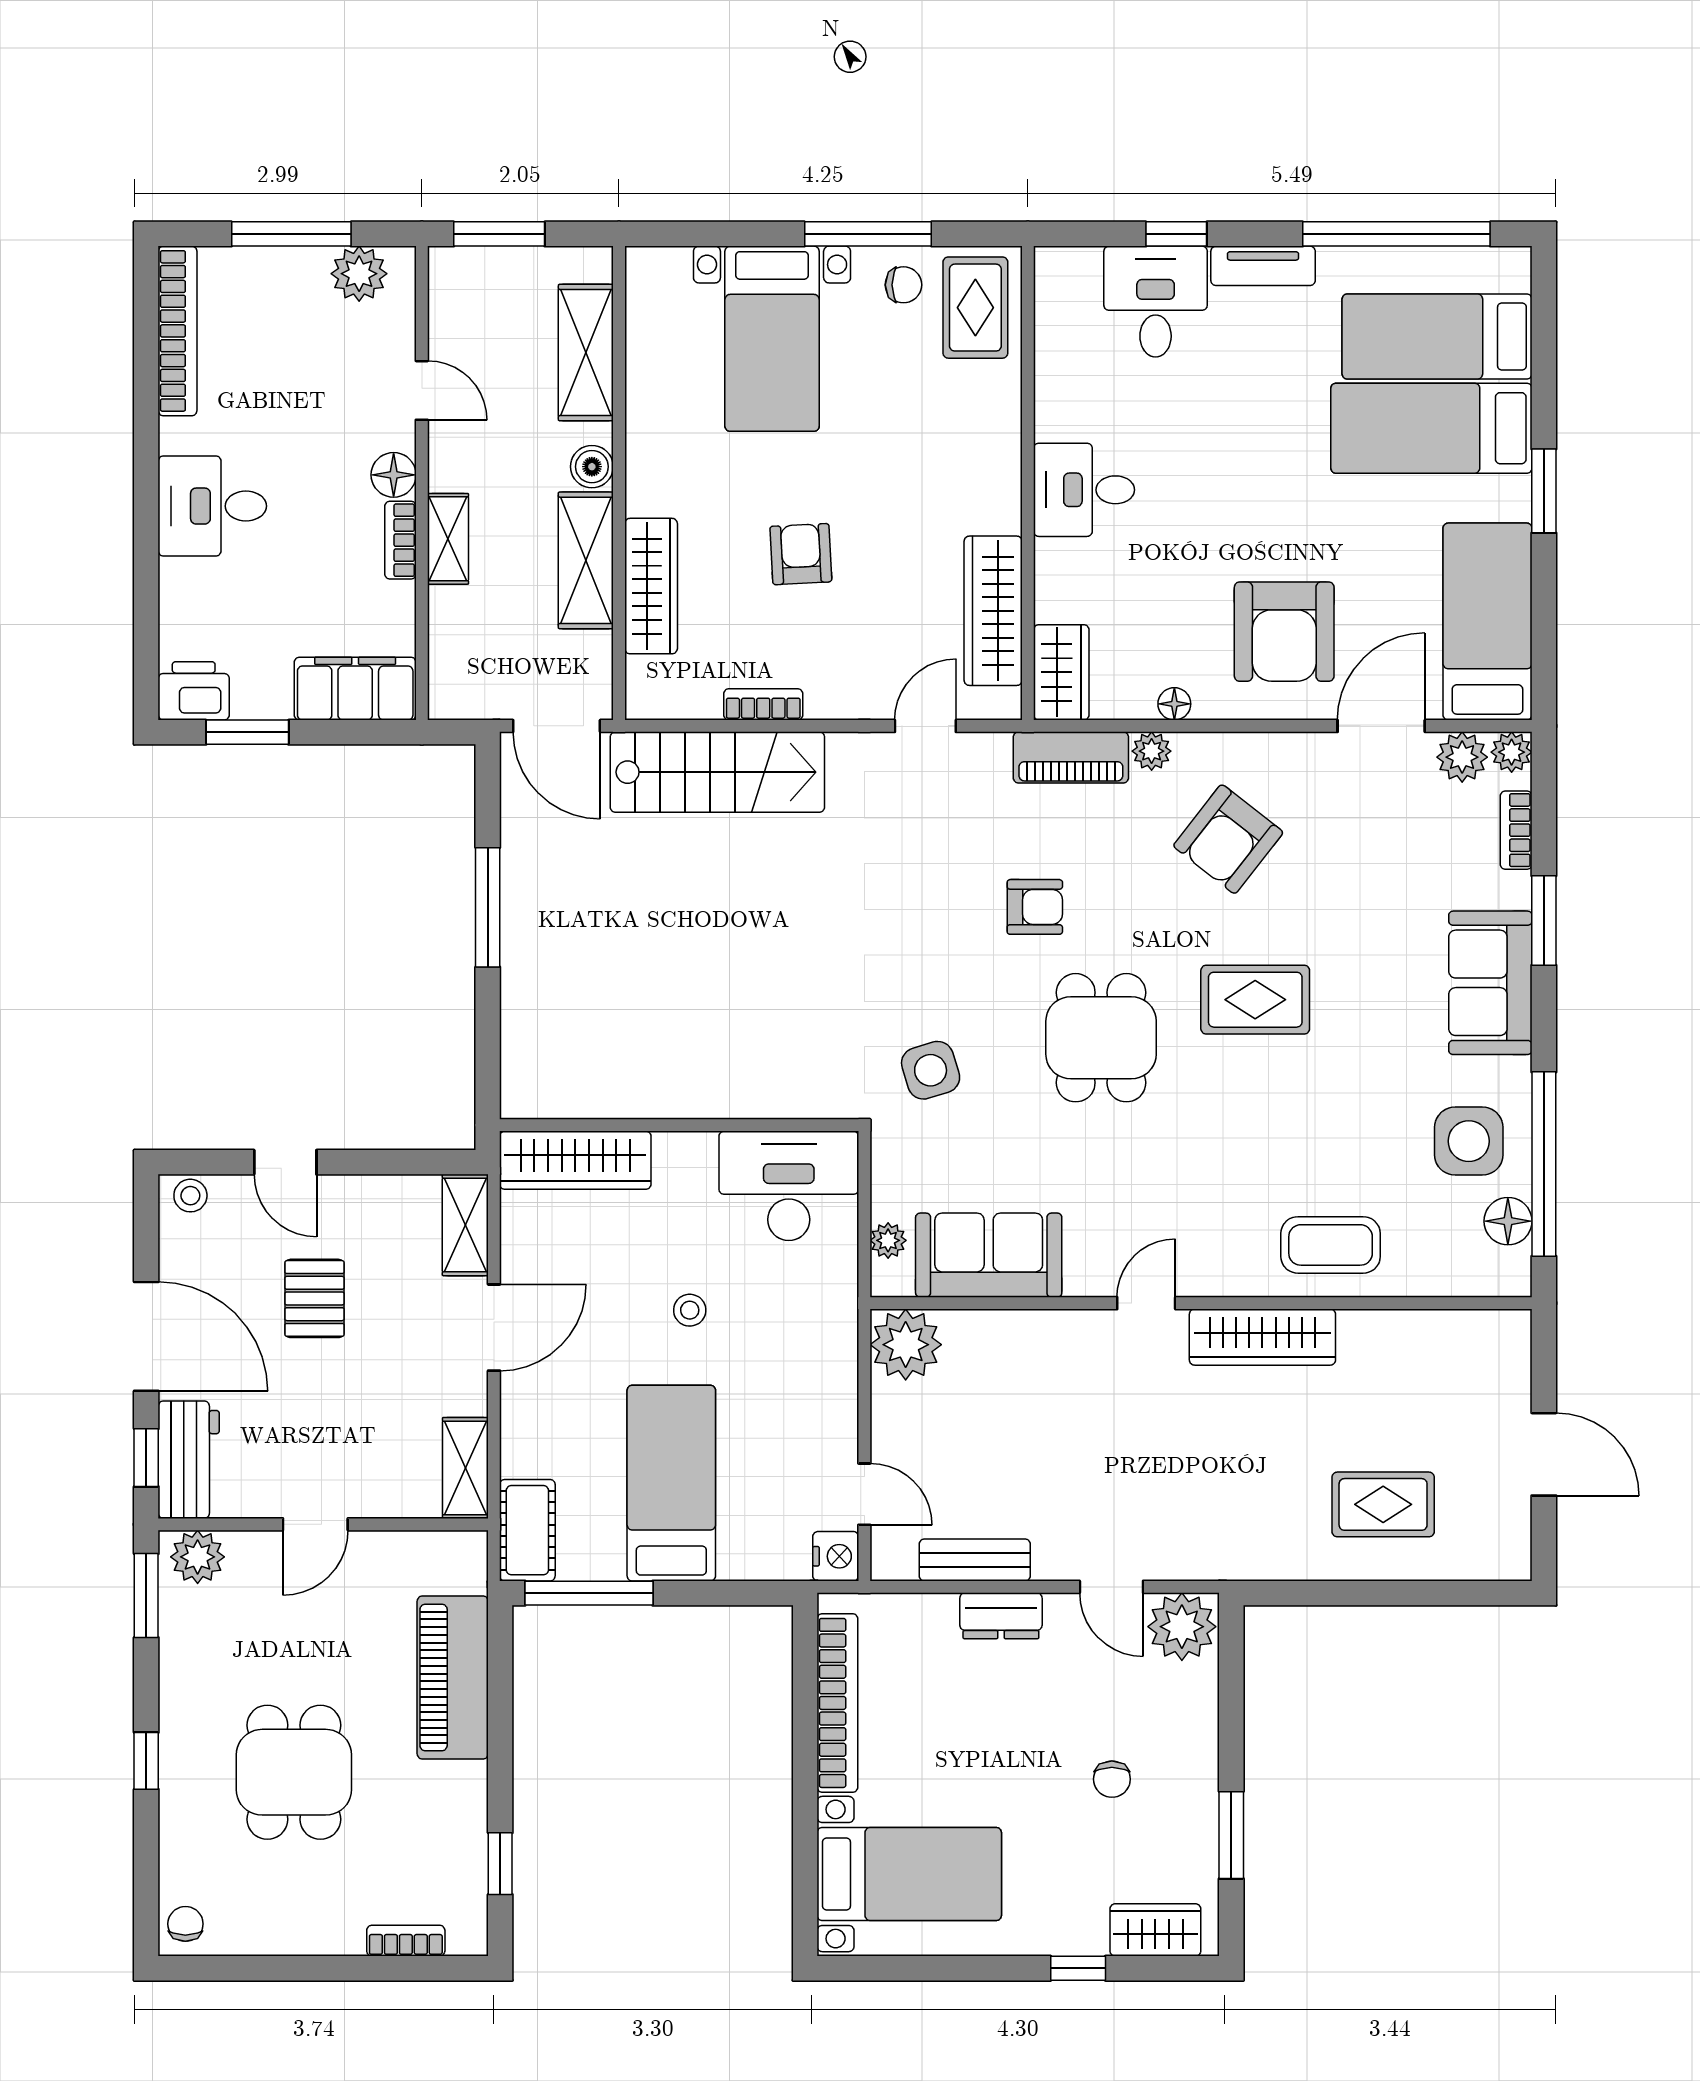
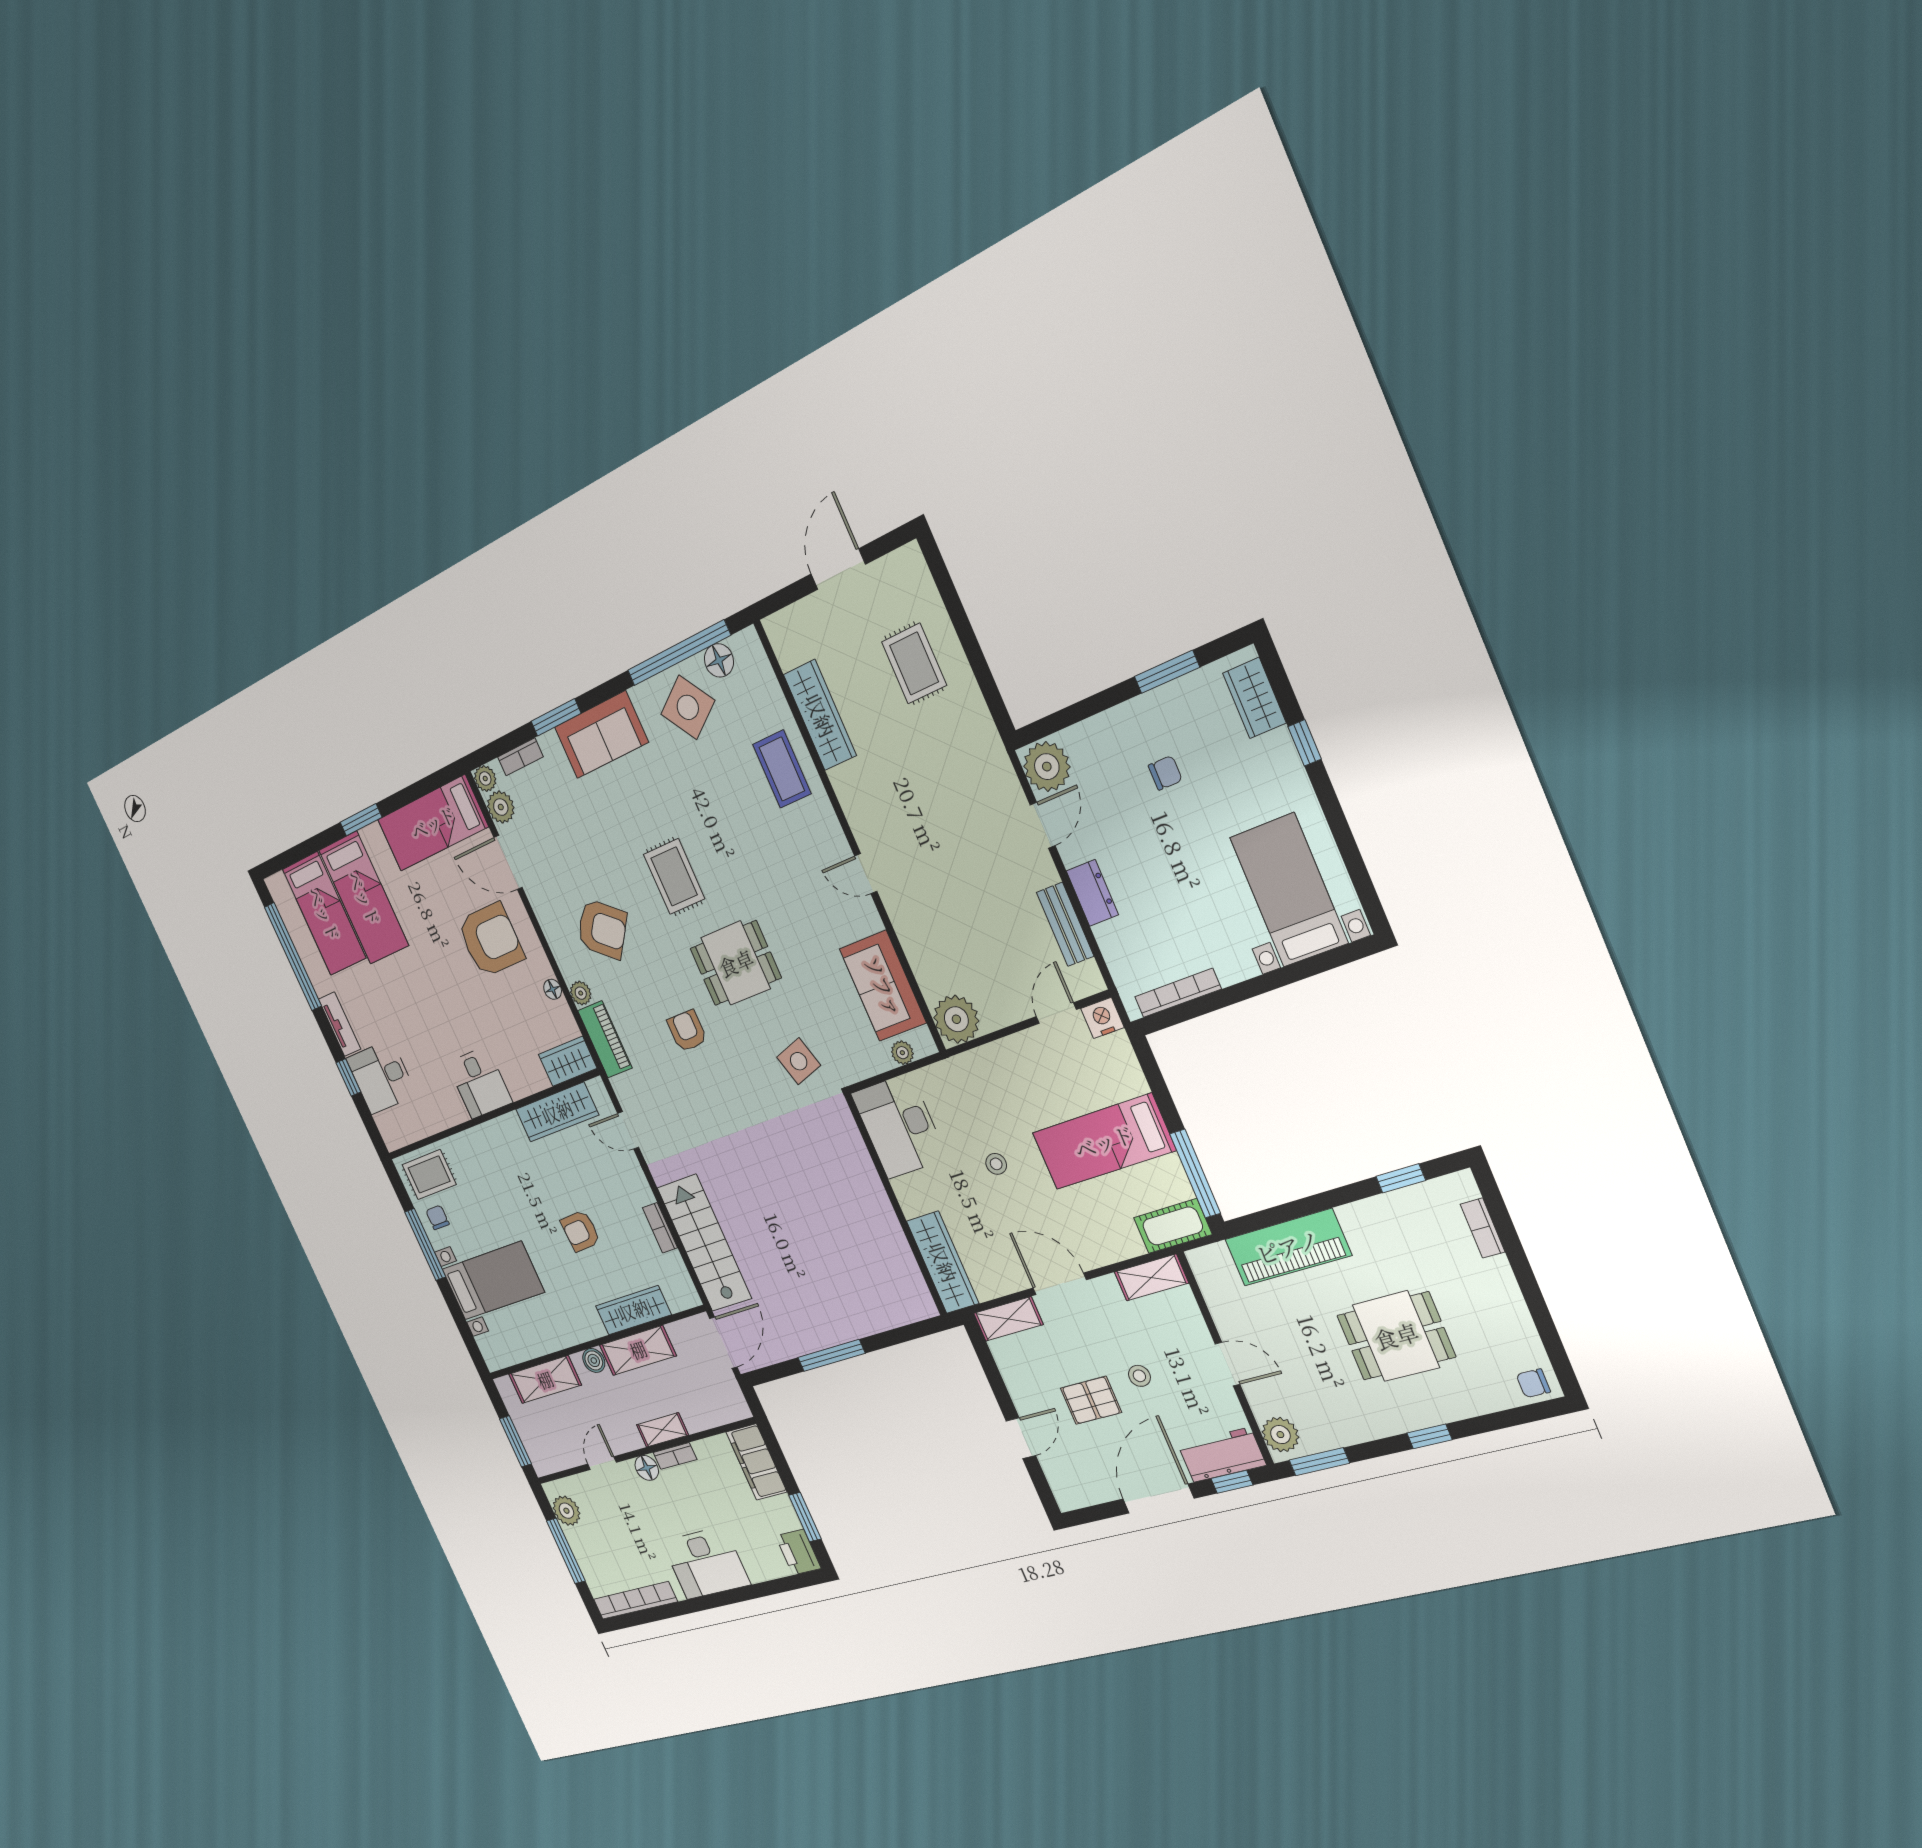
desk: (212, 506) -> (706, 1563), width x1.37
side table: (1469, 1141) -> (688, 707), turned -35
stool: (190, 1196) -> (1139, 1376), moved
wardrobe: (1262, 1337) -> (820, 715), moved
bookcase: (837, 1703) -> (1178, 993), width x0.68, depth x0.76

